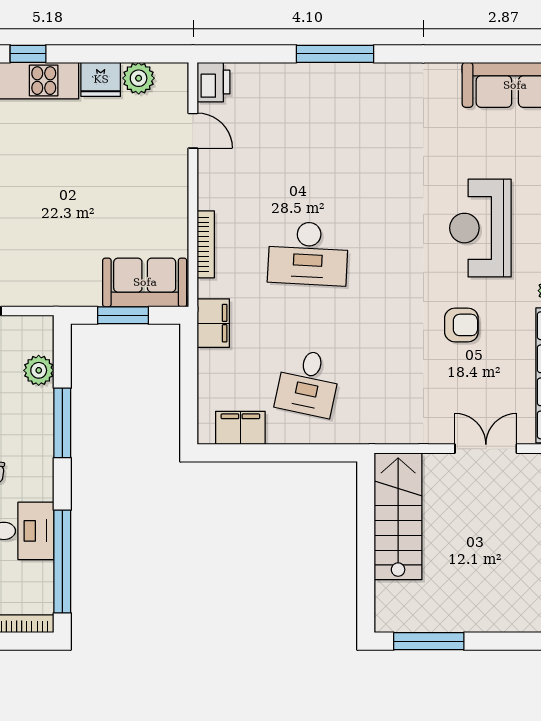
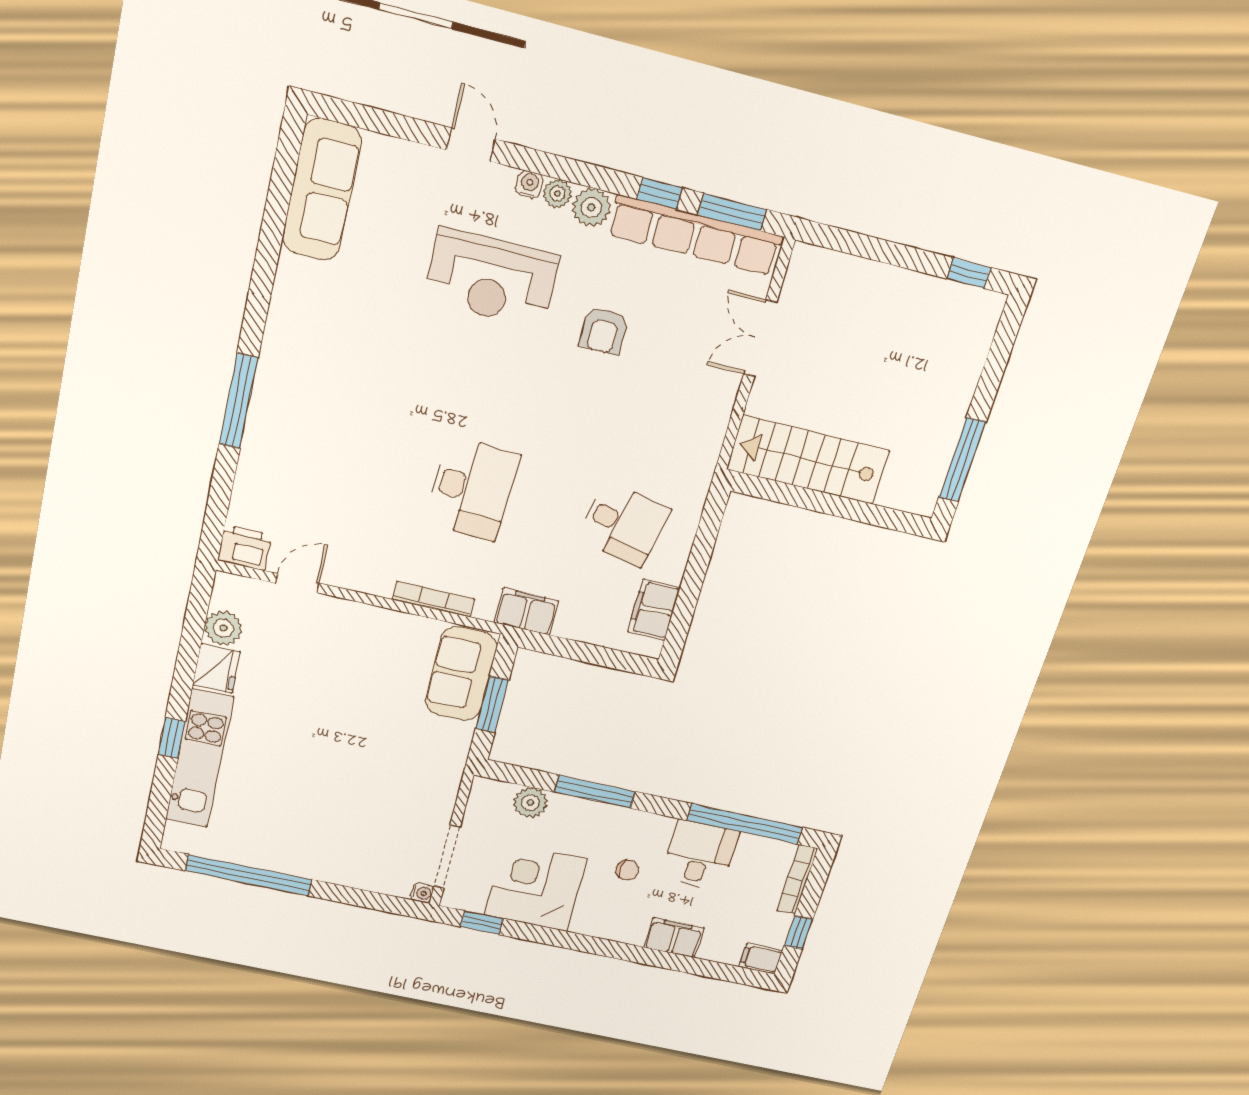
armchair: (461, 325) -> (604, 331), turned 180

